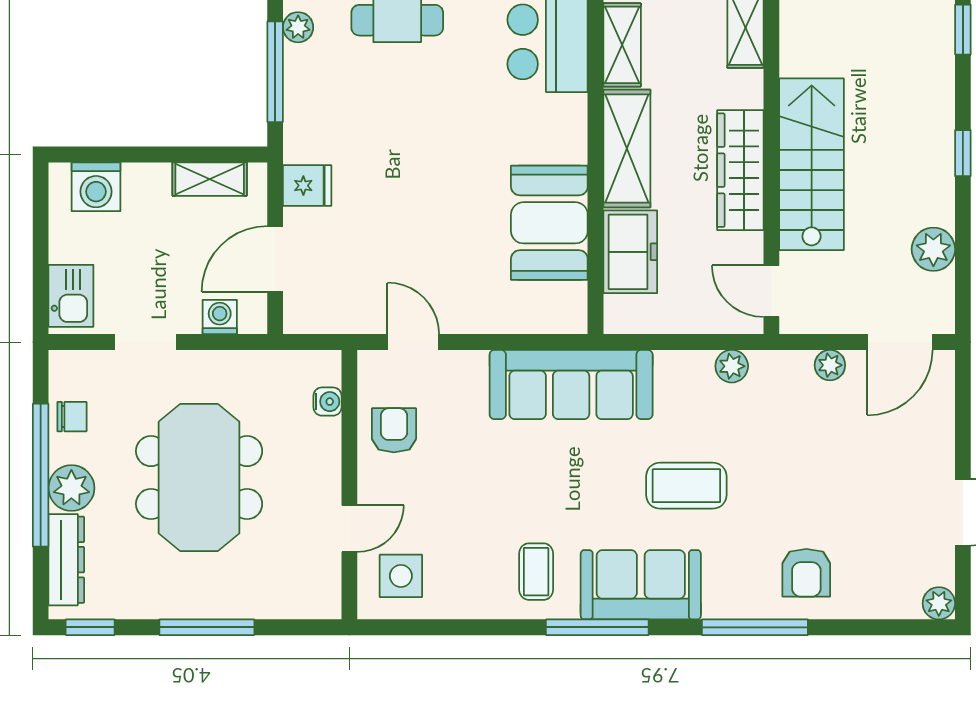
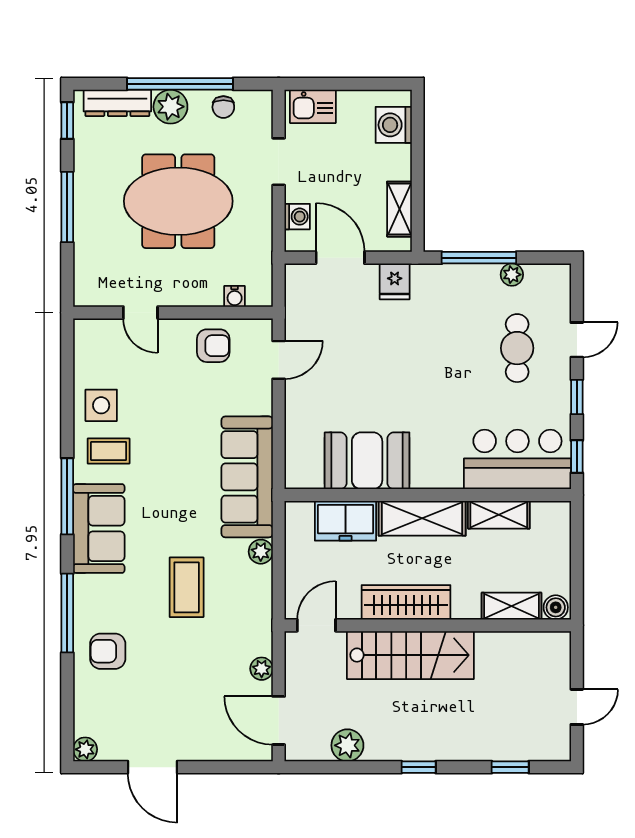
plant: (732, 366) -> (261, 552), moved
coffee table: (686, 486) -> (187, 587), moved
side table: (401, 576) -> (101, 405), moved

